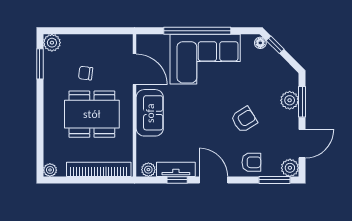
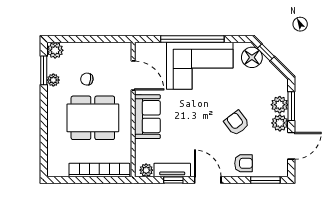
floor lamp: (260, 43) -> (252, 57), width x1.89, depth x1.89
armchair: (244, 120) -> (237, 123), turned -95
plant: (290, 168) -> (280, 123), moved
plant: (50, 170) -> (53, 80), moved

